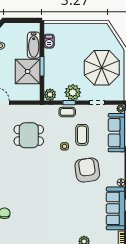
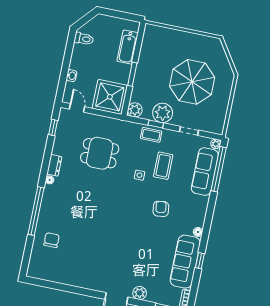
barbecue: (49, 41) -> (147, 46), removed
parasol: (102, 68) -> (192, 82), moved
shower: (28, 71) -> (110, 97), moved
armchair: (87, 170) -> (161, 209), width x0.53, depth x0.53

